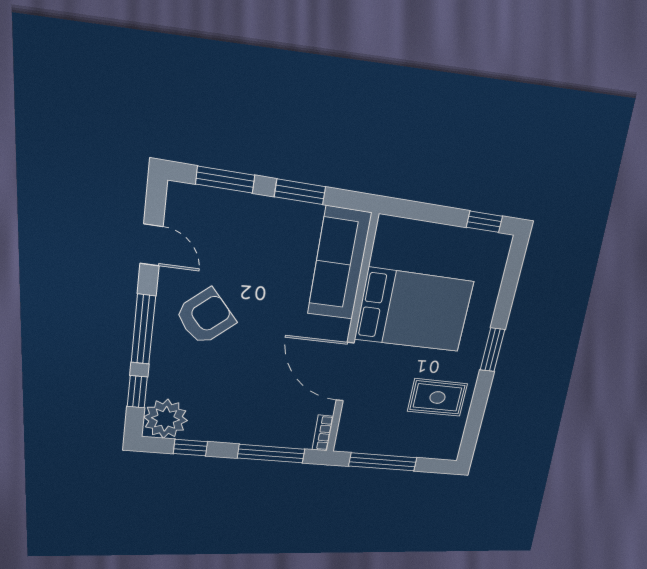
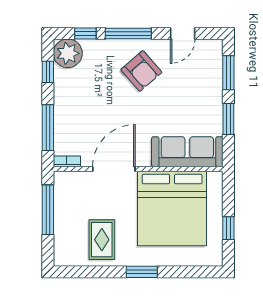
window: (484, 222) -> (228, 228), moved
bed: (414, 310) -> (172, 209), width x1.36

